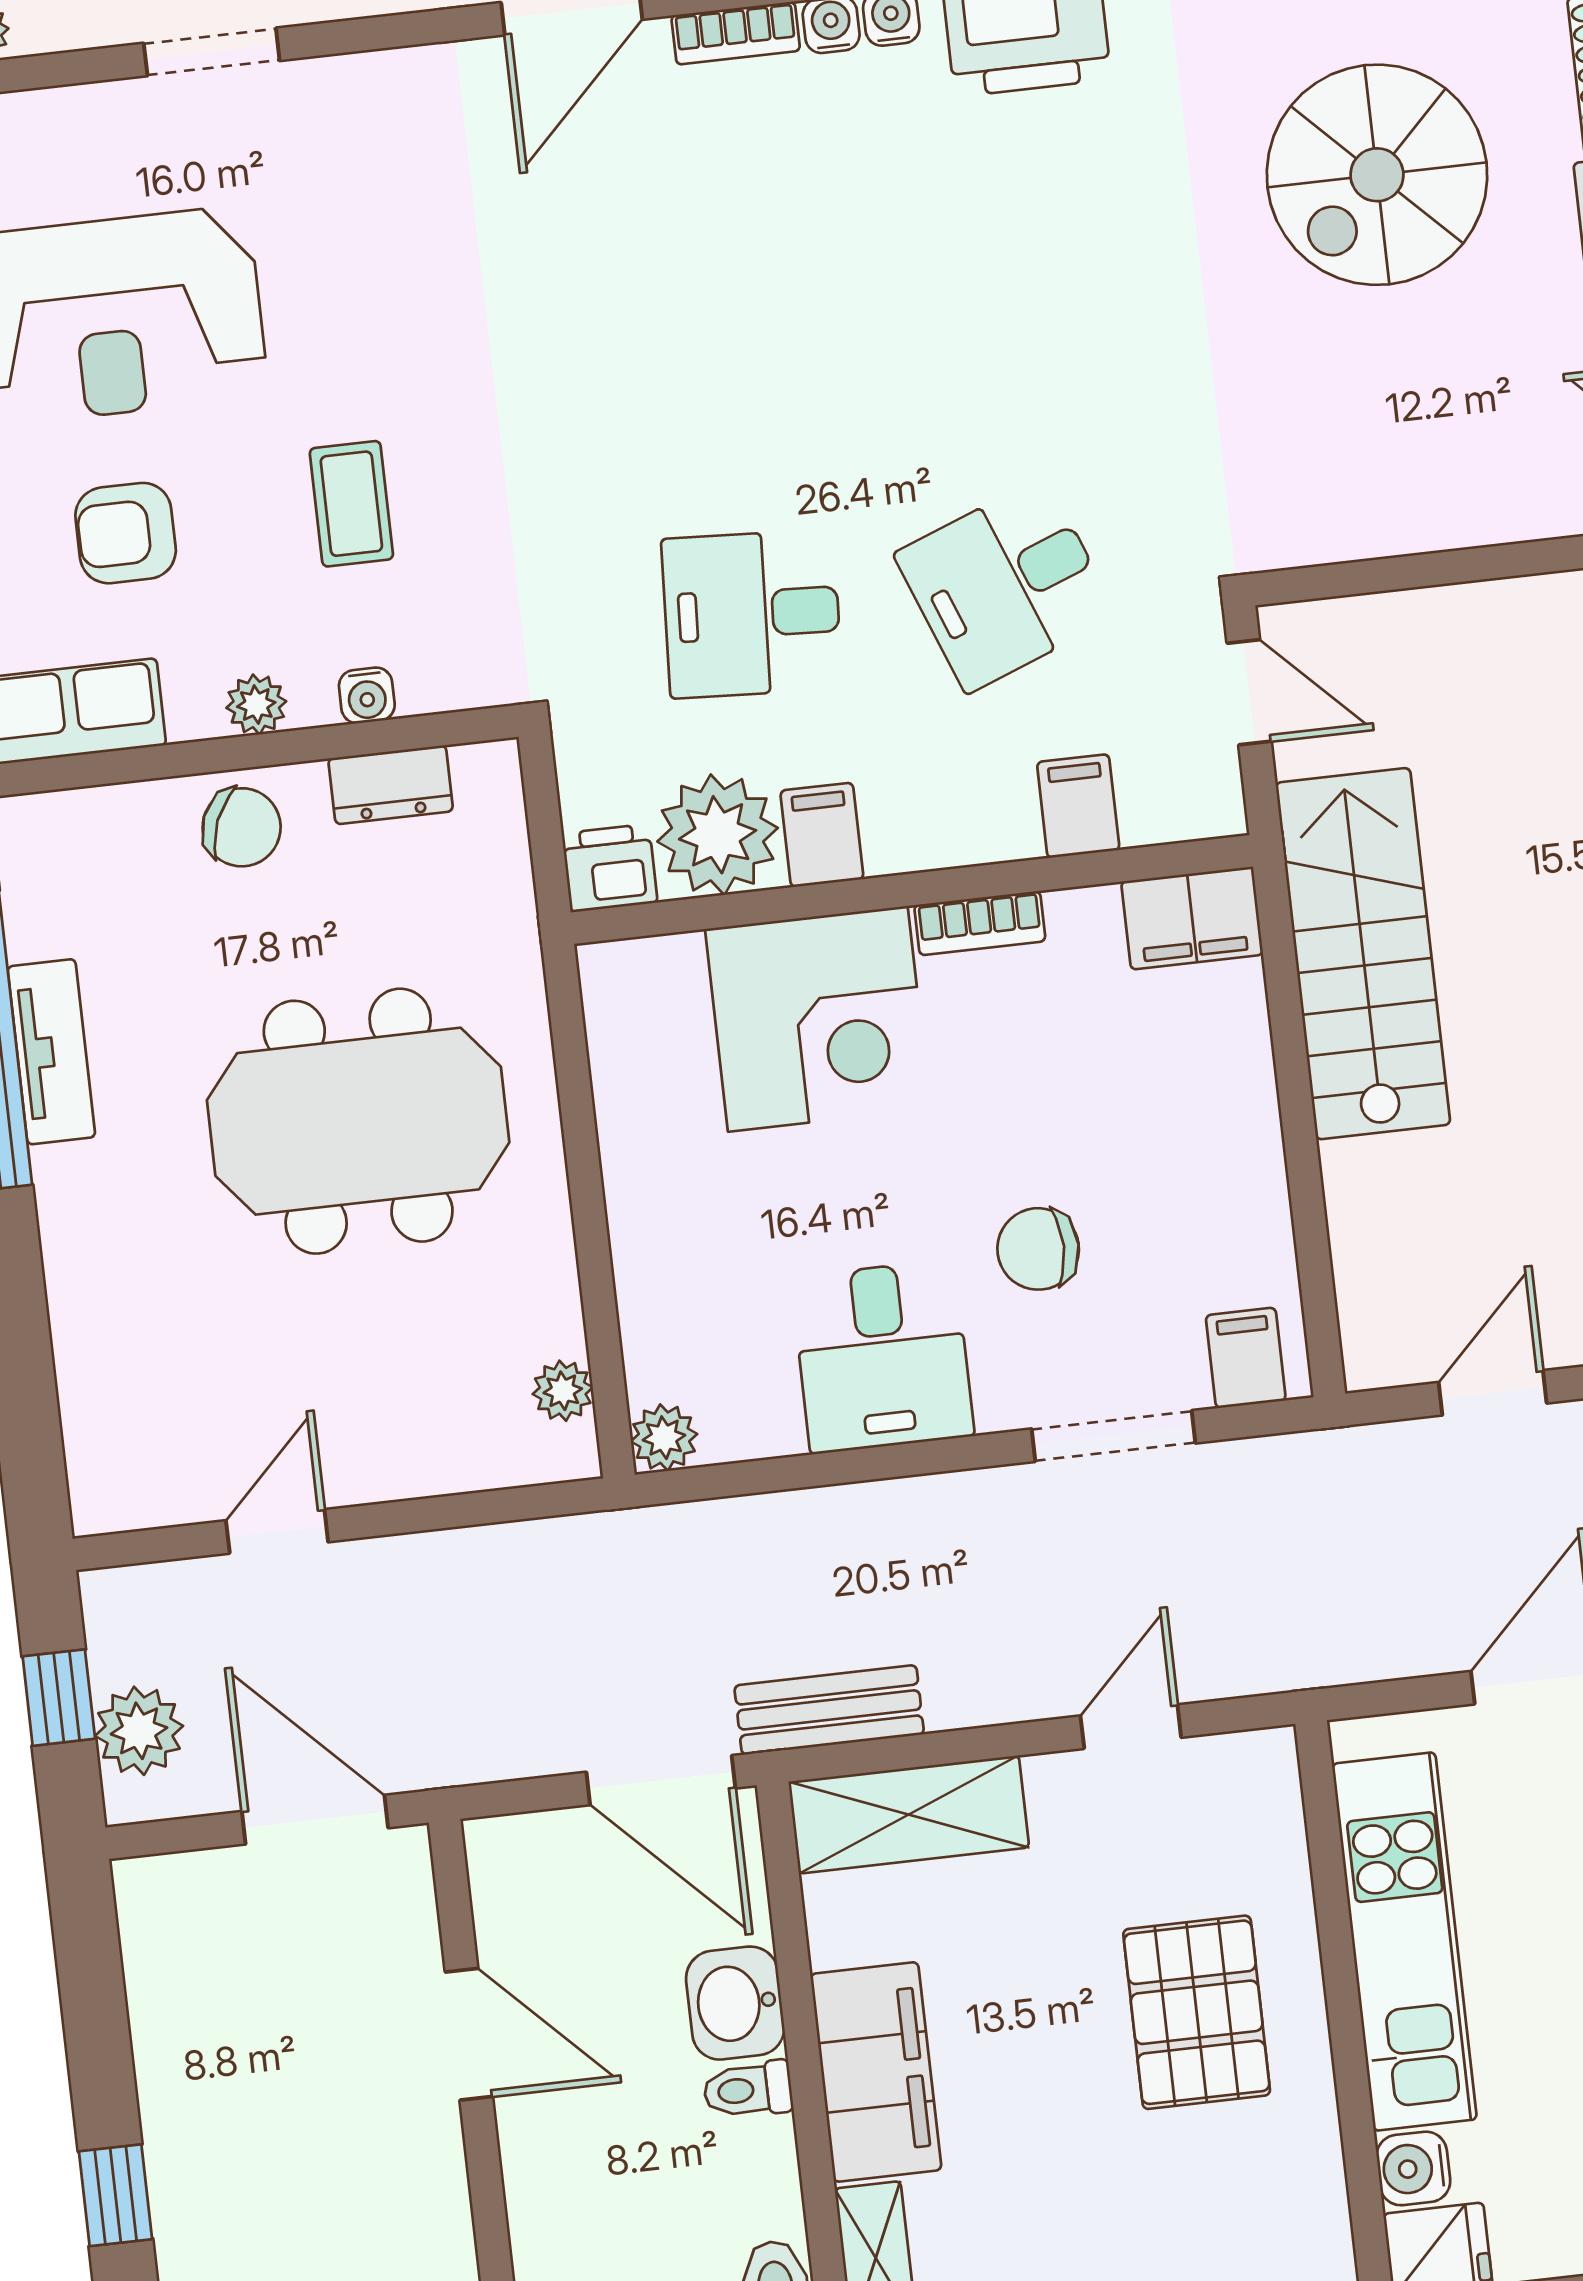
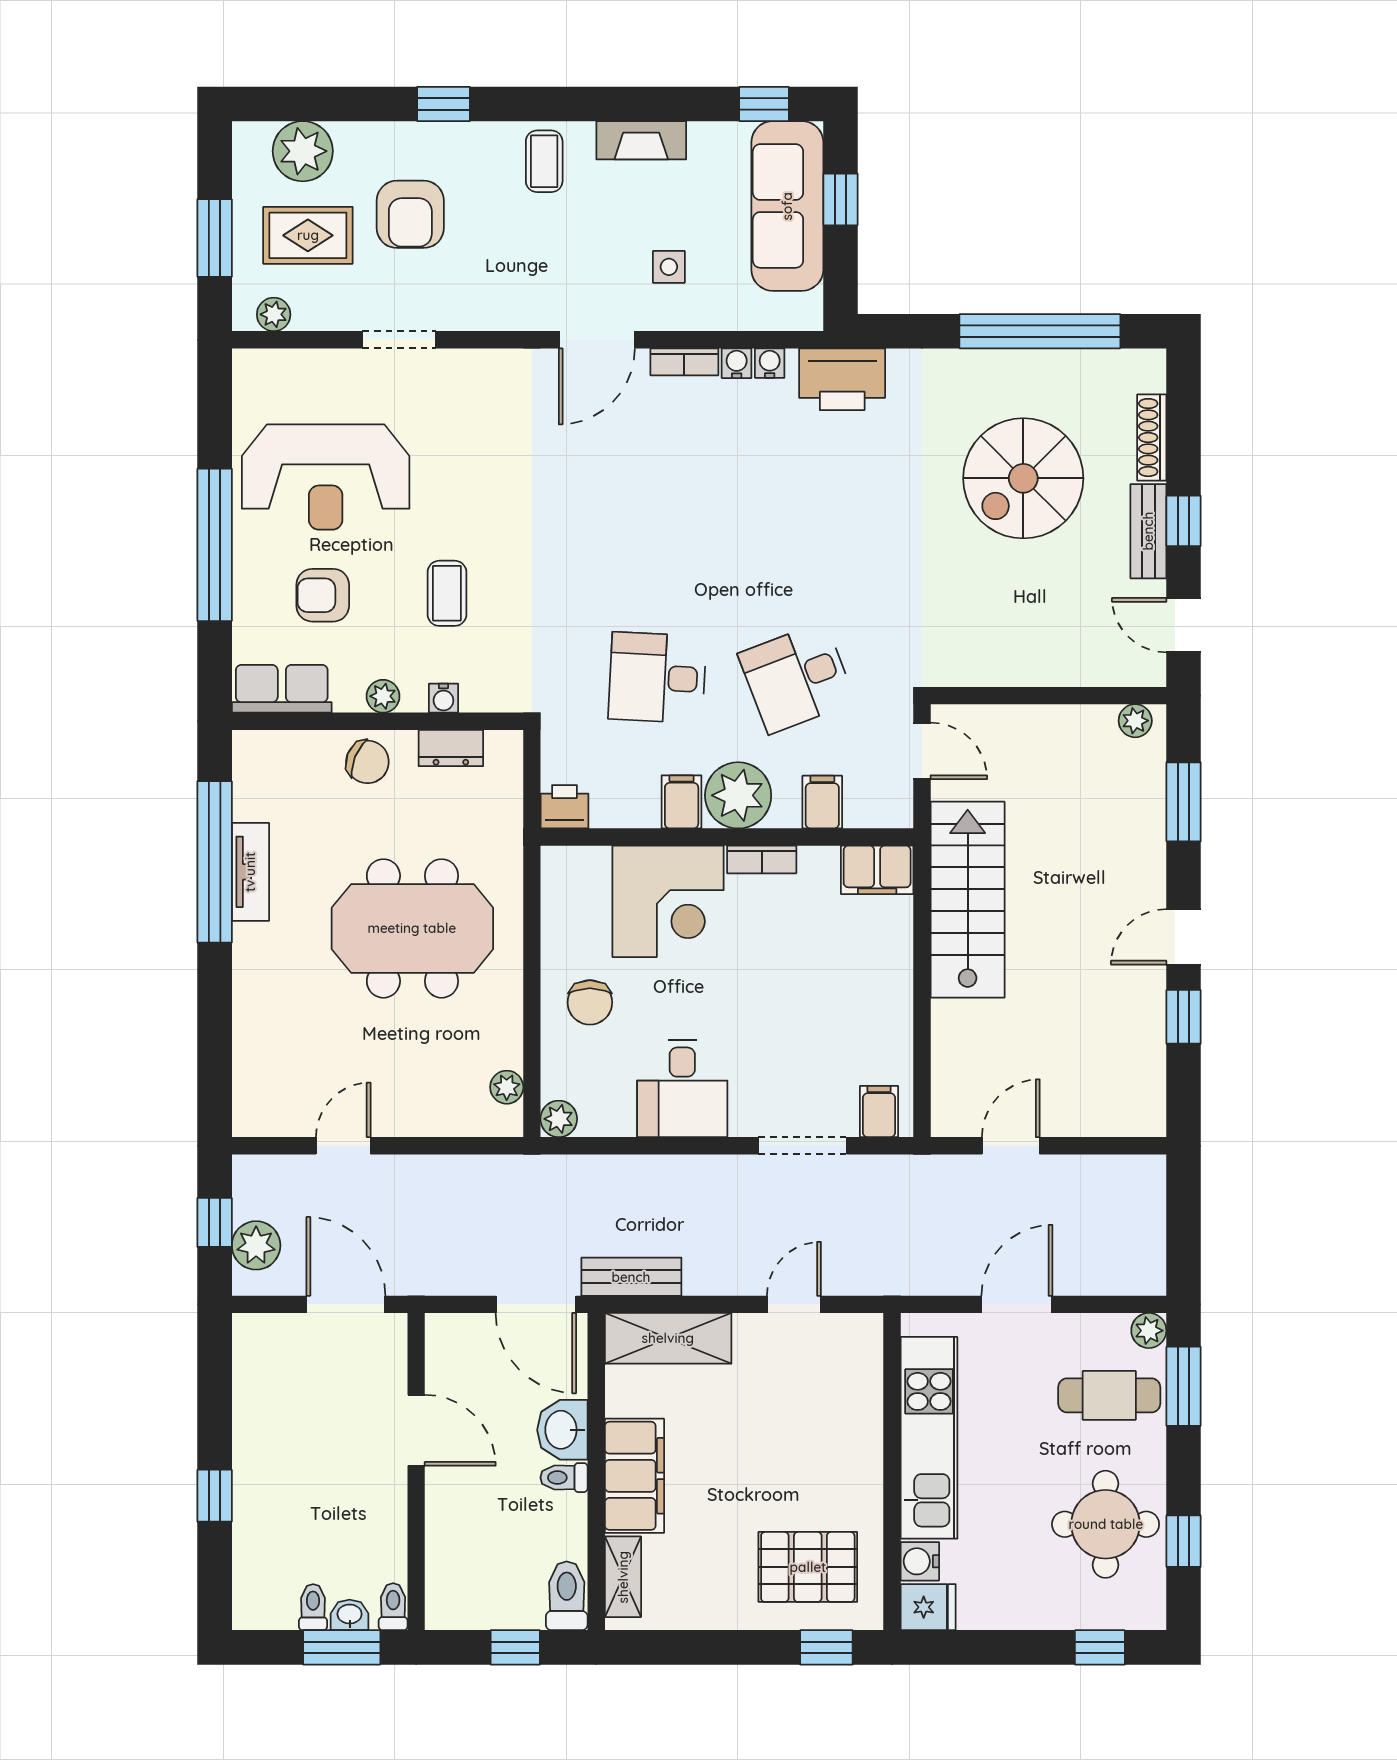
plant: (718, 835) -> (738, 795), moved
chair: (1038, 1249) -> (590, 1002), moved, turned -90
pallet: (1197, 2012) -> (808, 1567), moved, turned 90

